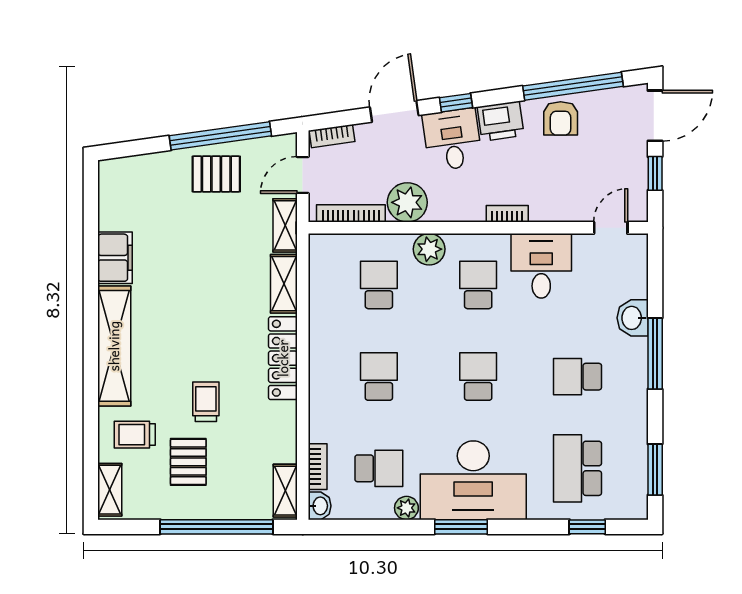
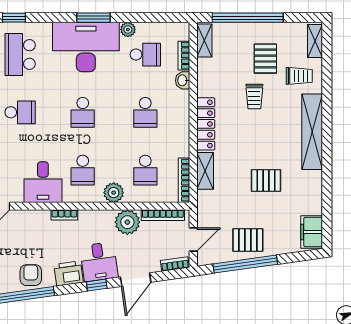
shelving: (285, 225) -> (204, 208), removed
filing cabinet: (115, 258) -> (312, 232), moved
pallet: (187, 268) -> (266, 181), added
bookcase: (317, 269) -> (184, 180), added
school desk: (379, 468) -> (145, 55), turned 180
school desk: (577, 468) -> (20, 55), turned 180
washbasin: (320, 506) -> (183, 80), moved

